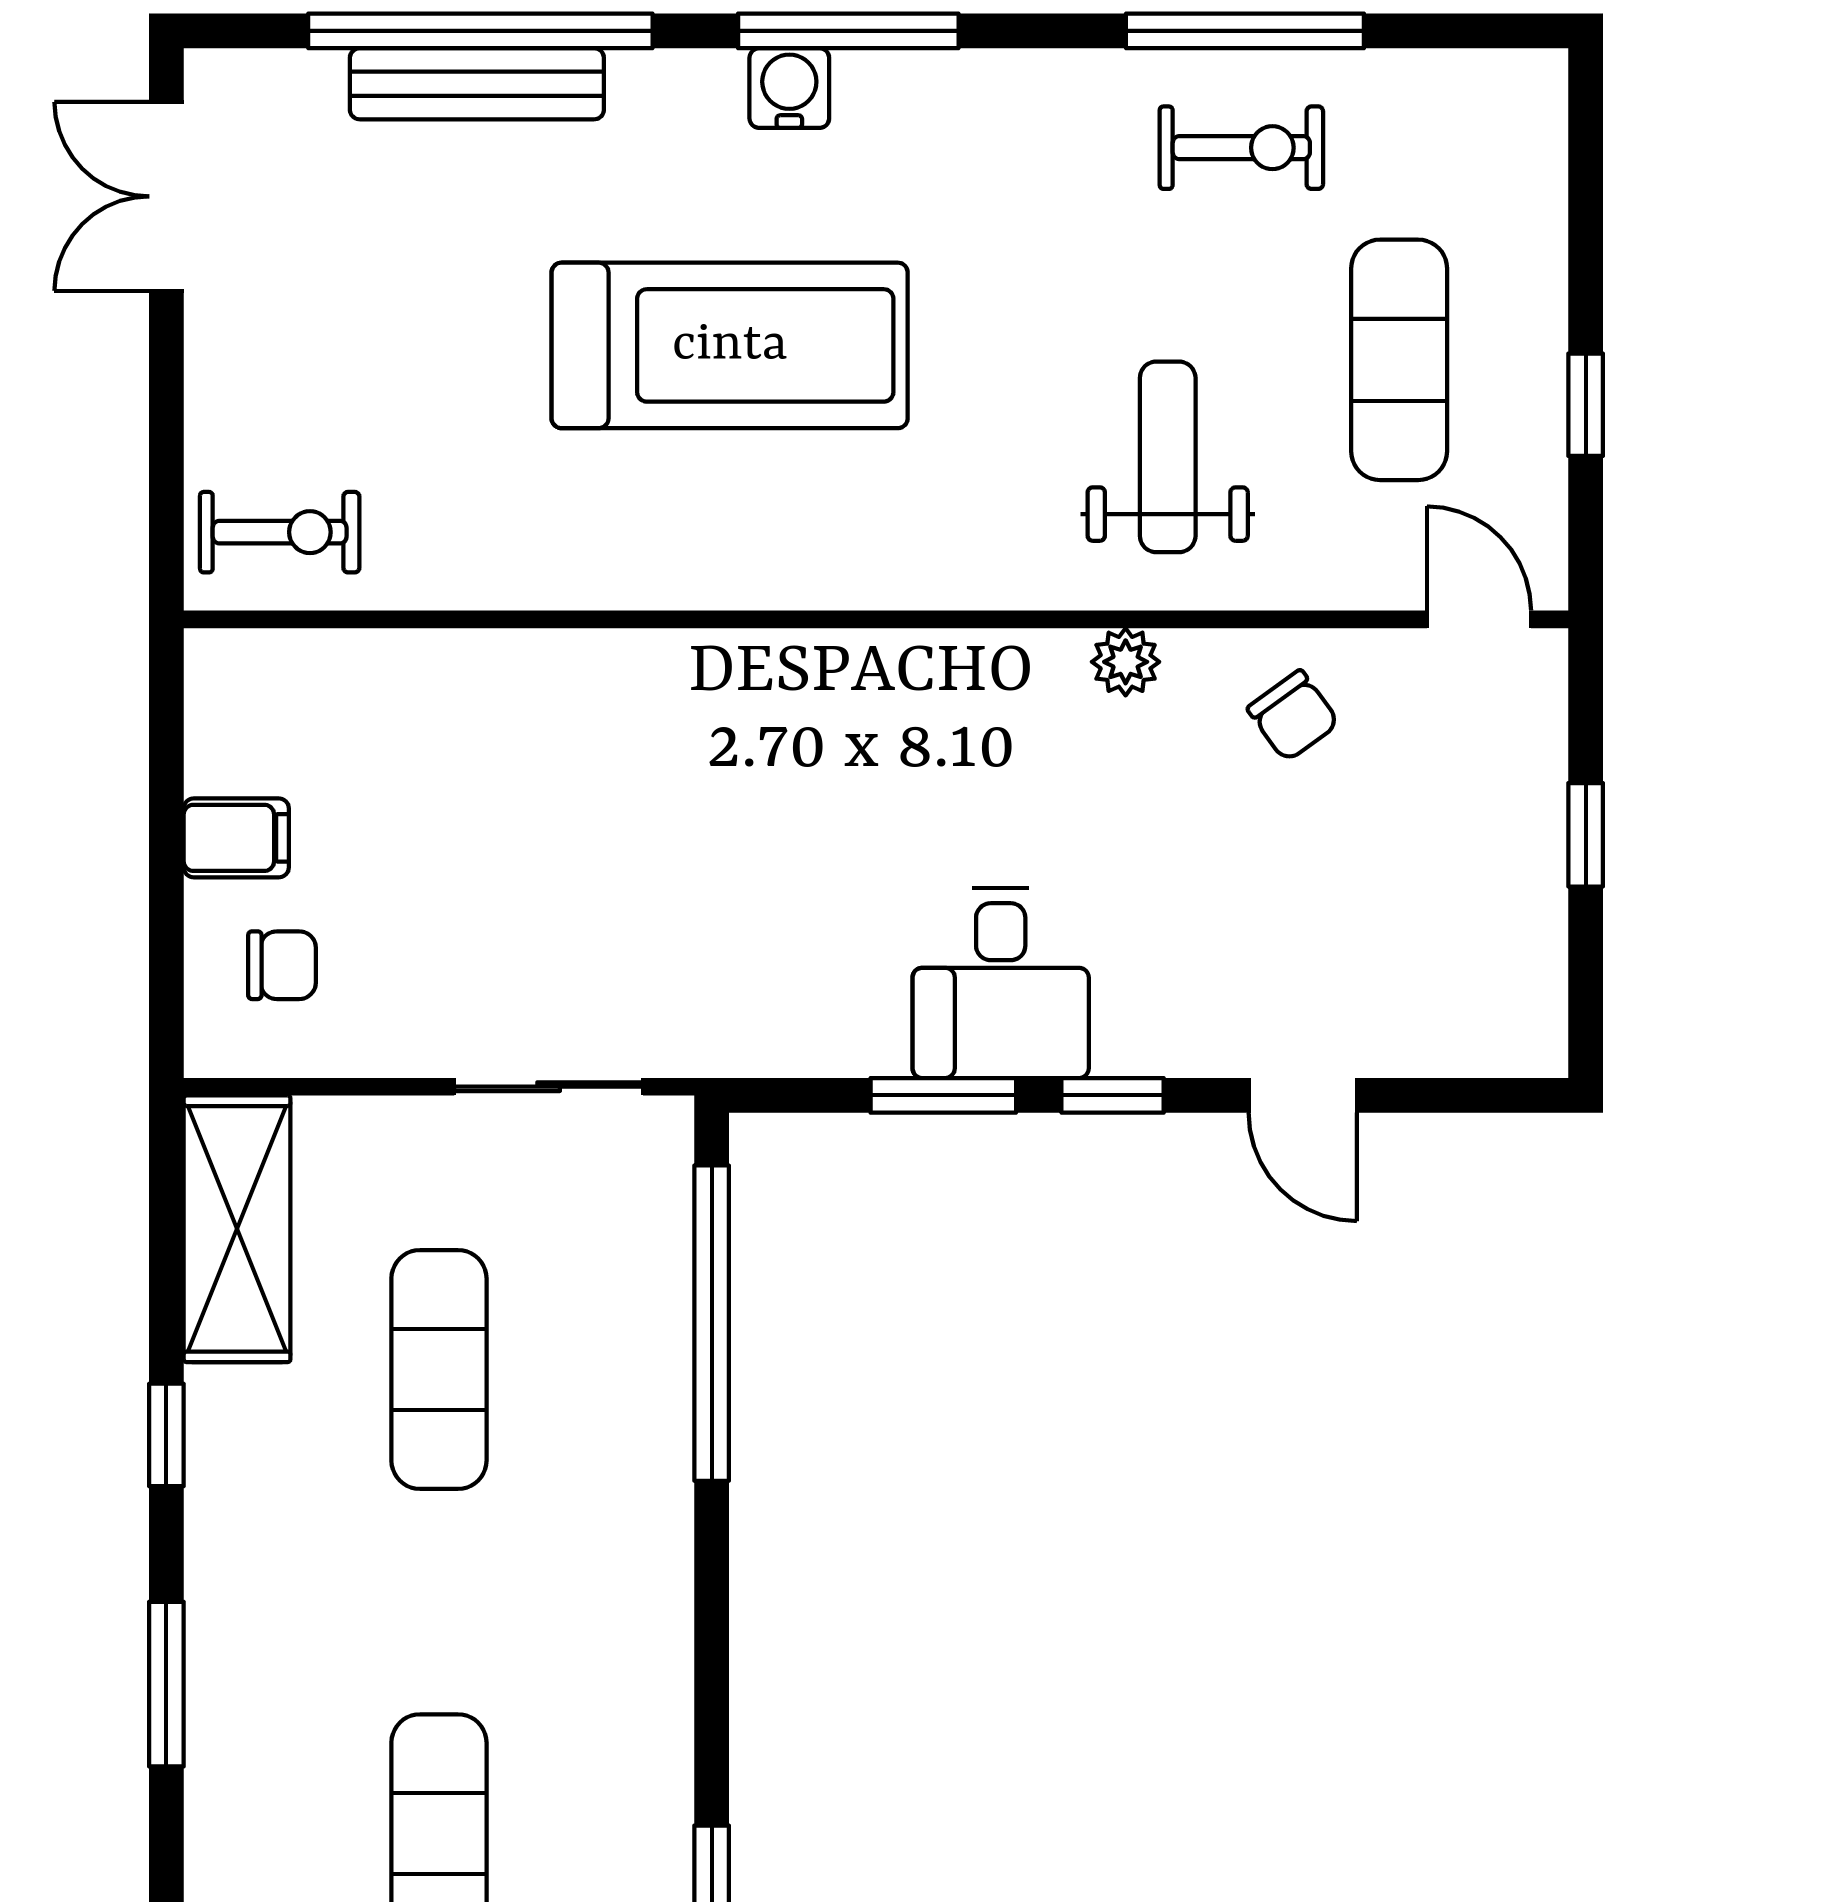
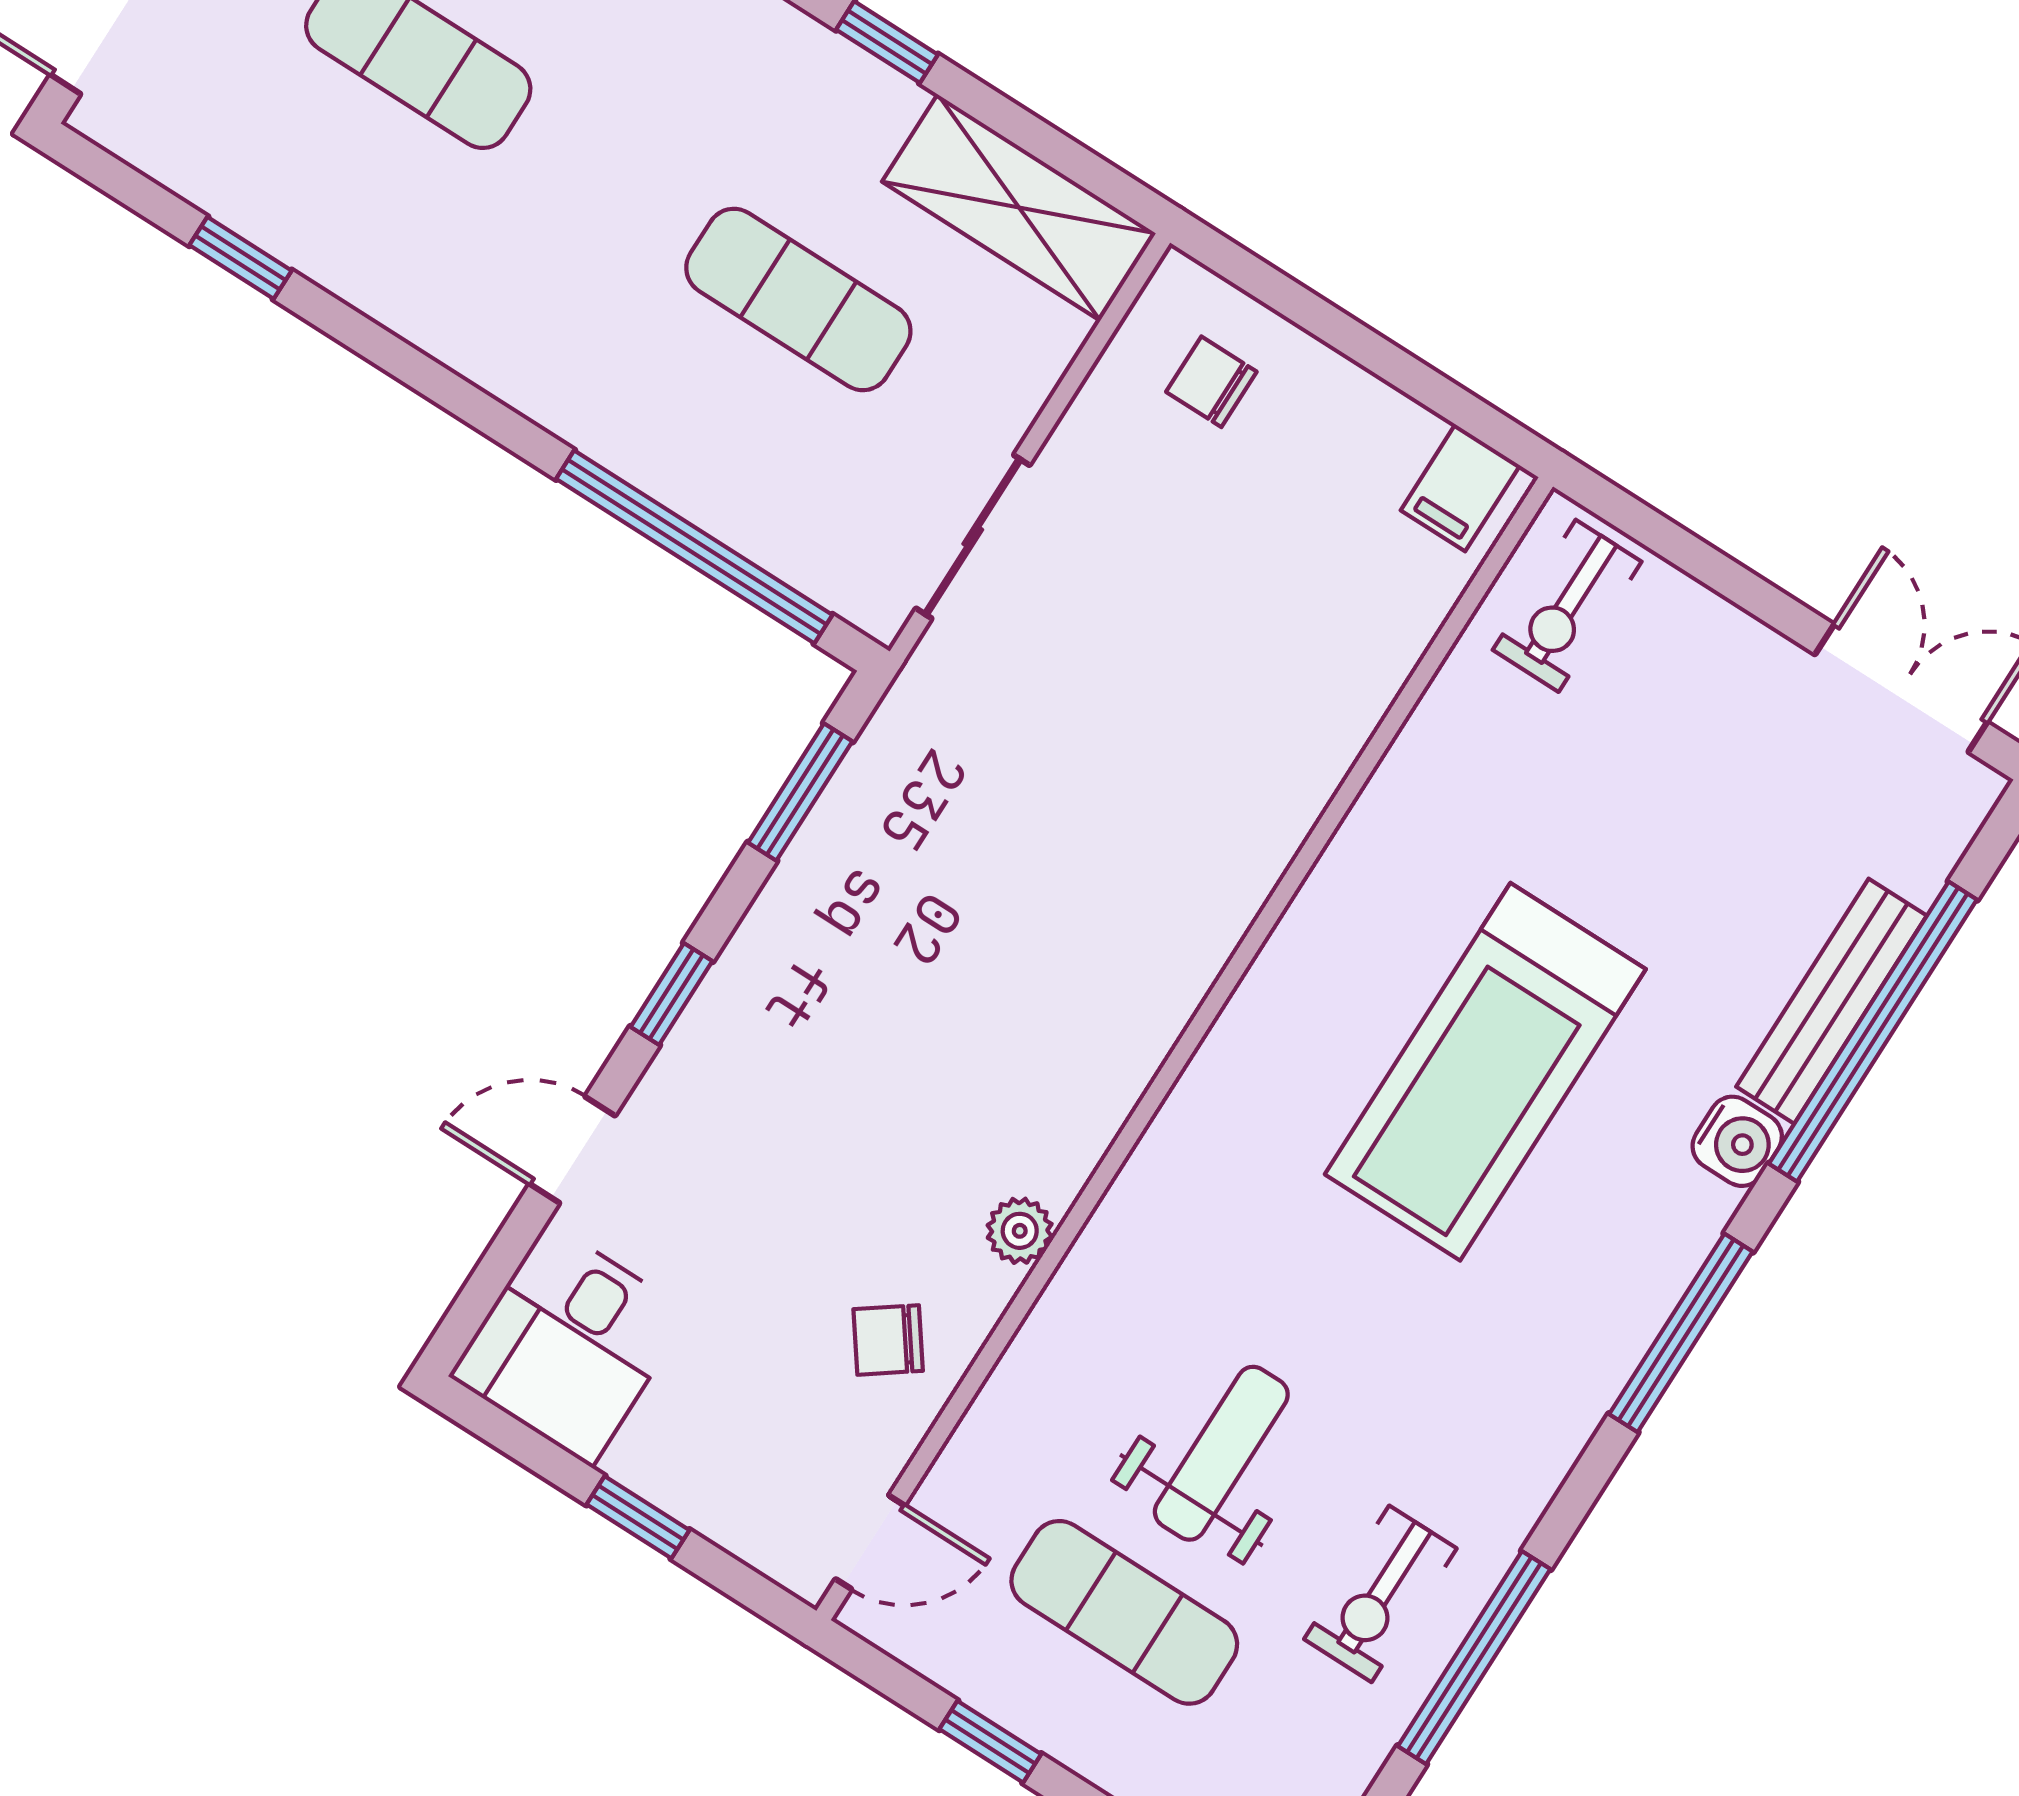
water cooler: (789, 88) -> (1737, 1141), moved
weight bench: (1168, 457) -> (1221, 1453), moved, turned -90
filing cabinet: (236, 838) -> (1460, 488), moved
chair: (282, 965) -> (1211, 382), turned 90
desk: (1001, 983) -> (570, 1344), moved, turned -90
window: (943, 1095) -> (800, 792), moved

